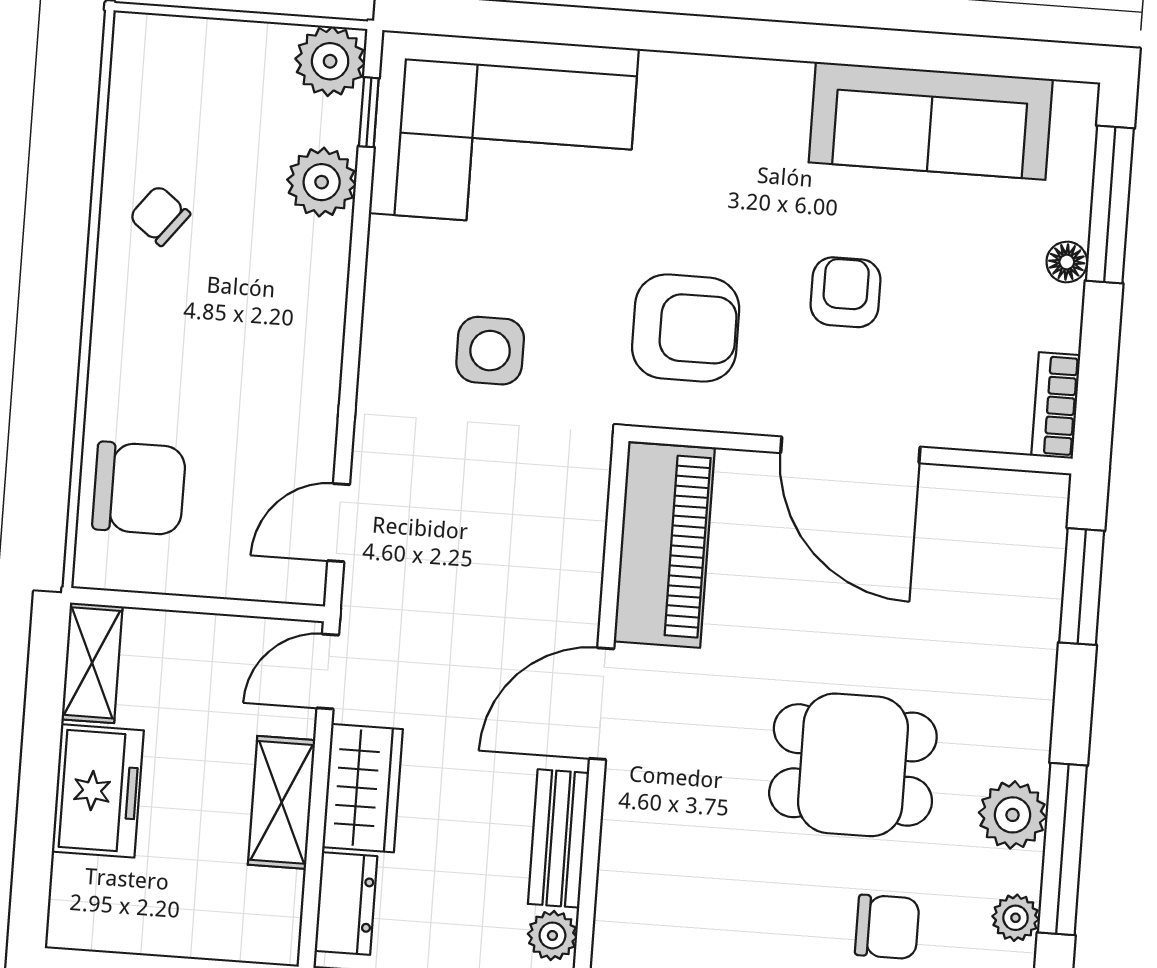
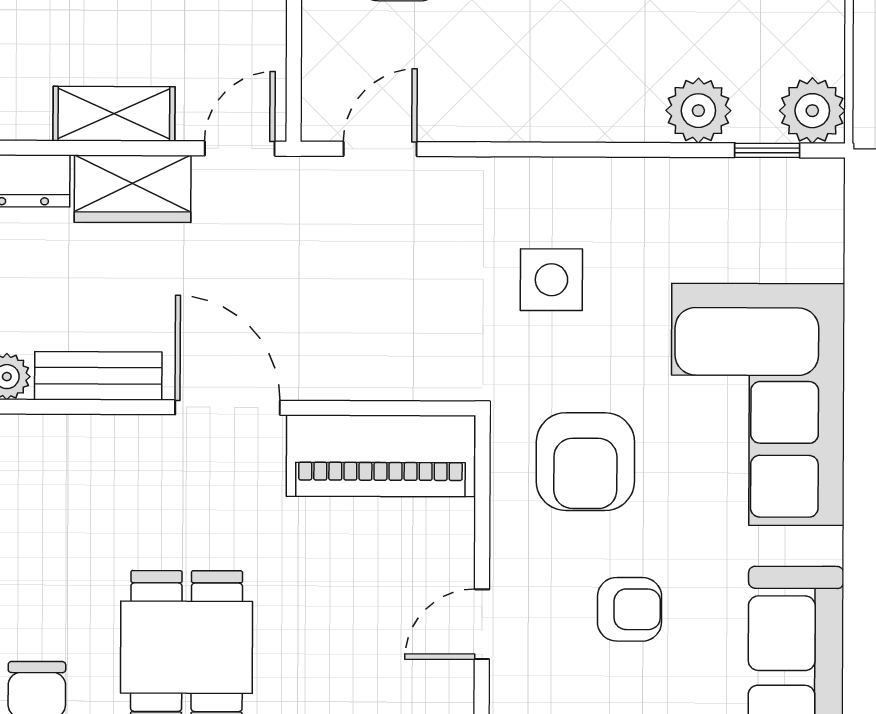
corner sofa: (504, 131) -> (758, 404), moved
door: (850, 450) -> (482, 624), width x0.53
door: (339, 523) -> (380, 149), hinge flipped
door: (328, 671) -> (240, 148), hinge flipped

